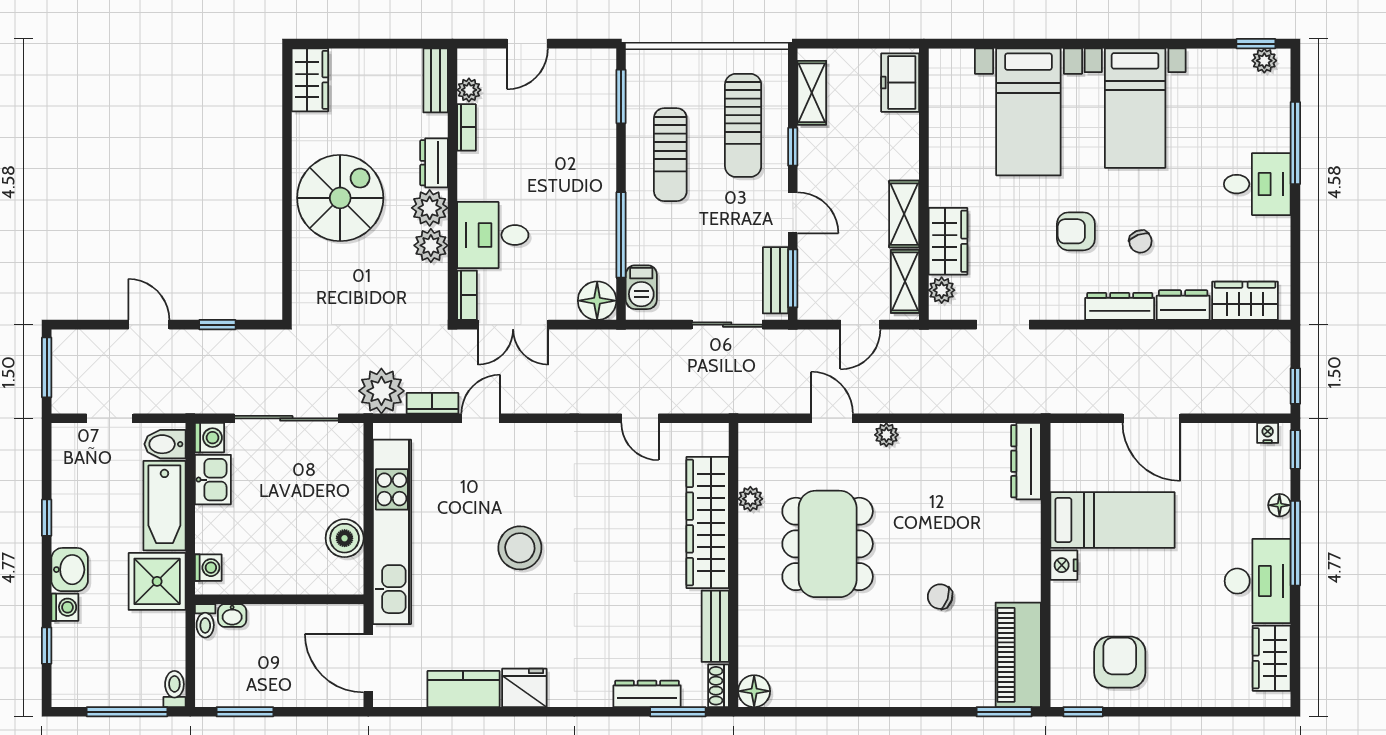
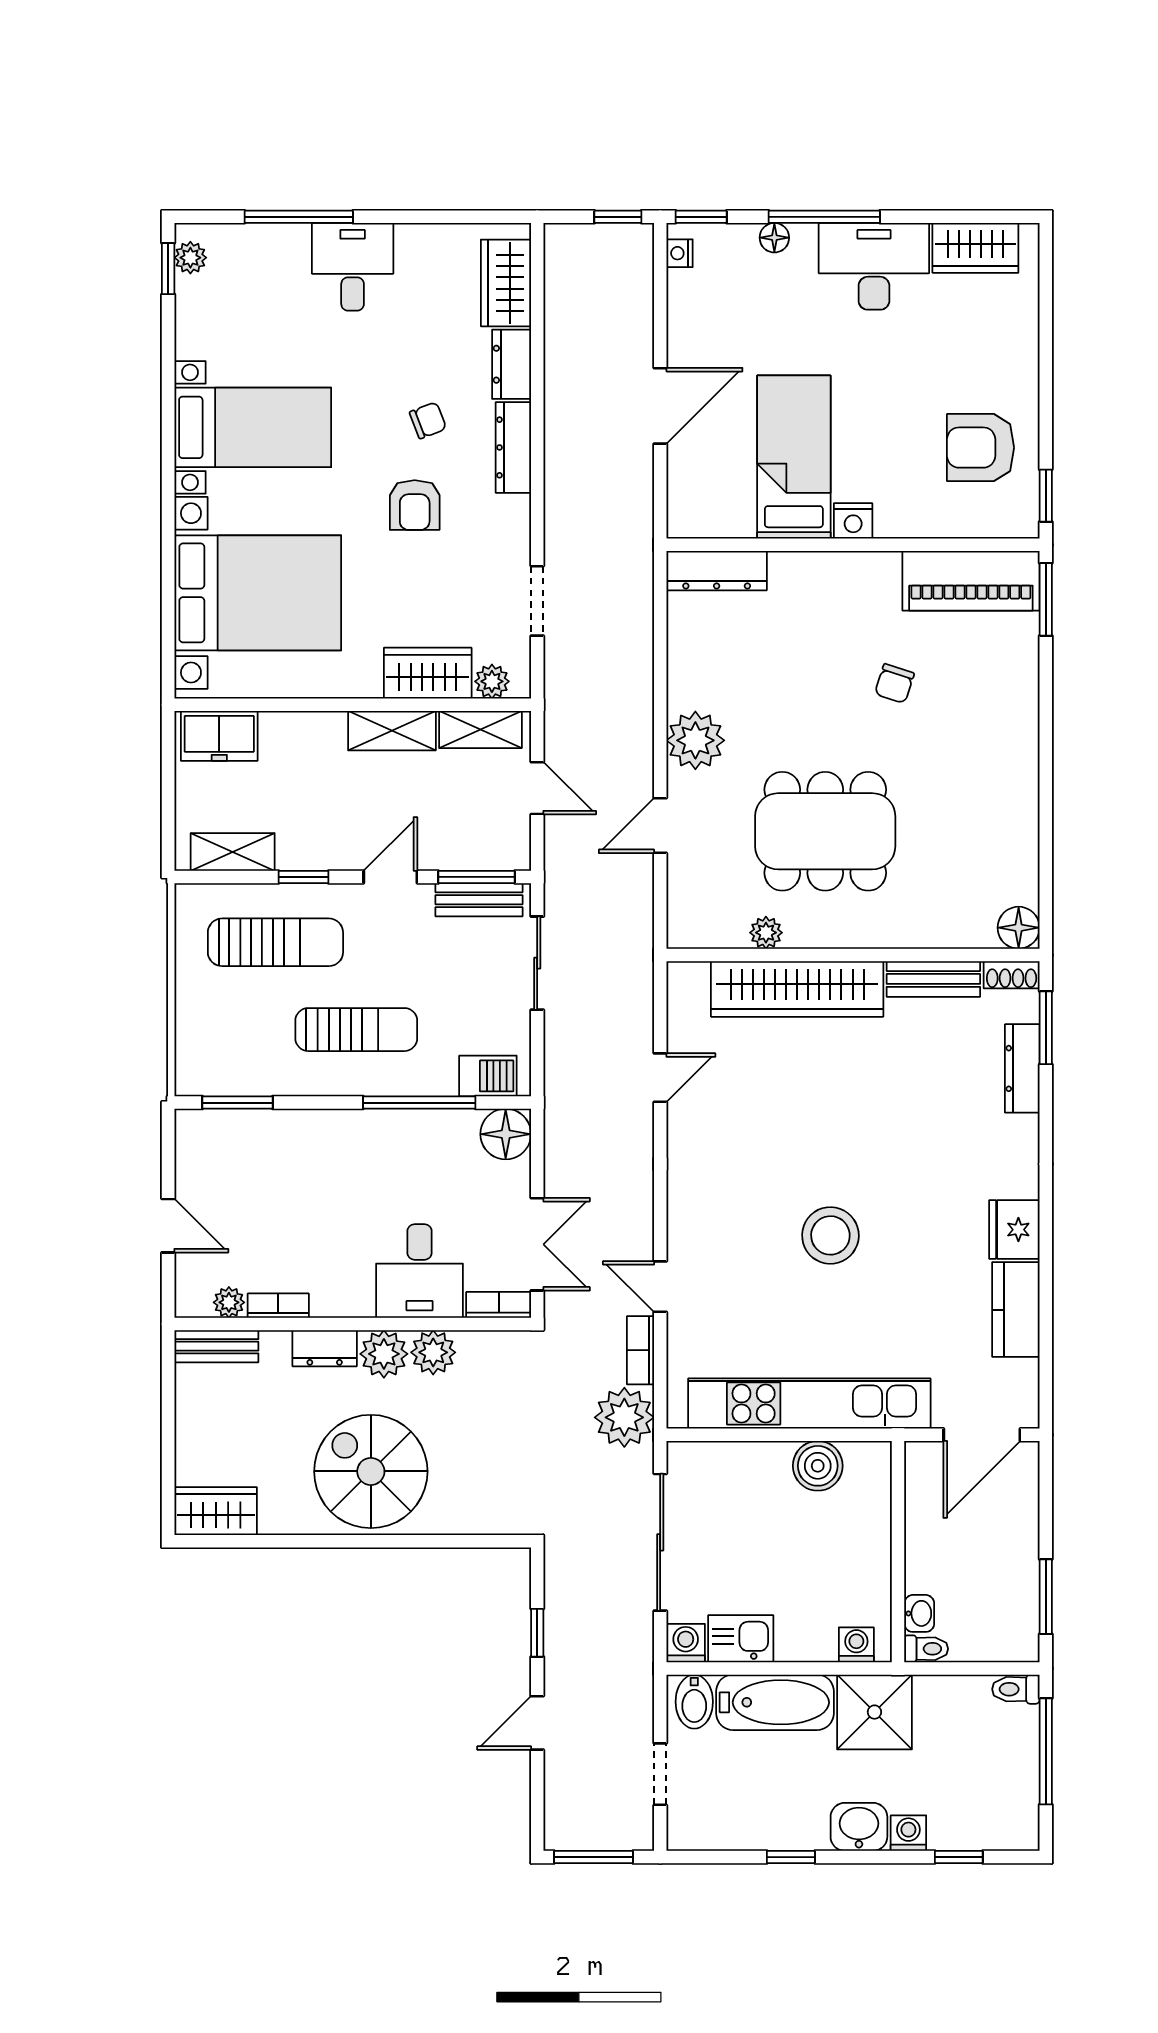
bed with nightstands: (1028, 112) -> (258, 593), width x1.36
sun lounger: (670, 155) -> (356, 1030), moved
plant: (886, 435) -> (695, 740), width x1.88, depth x1.88

